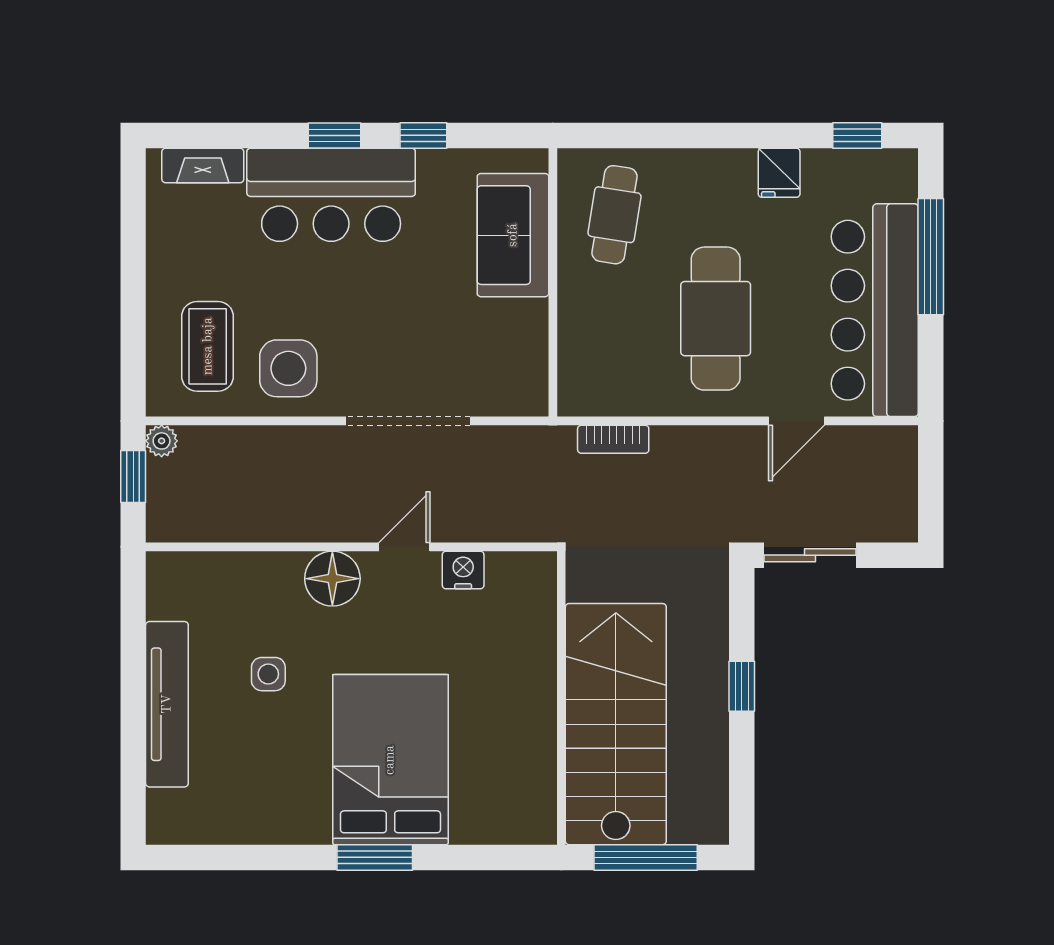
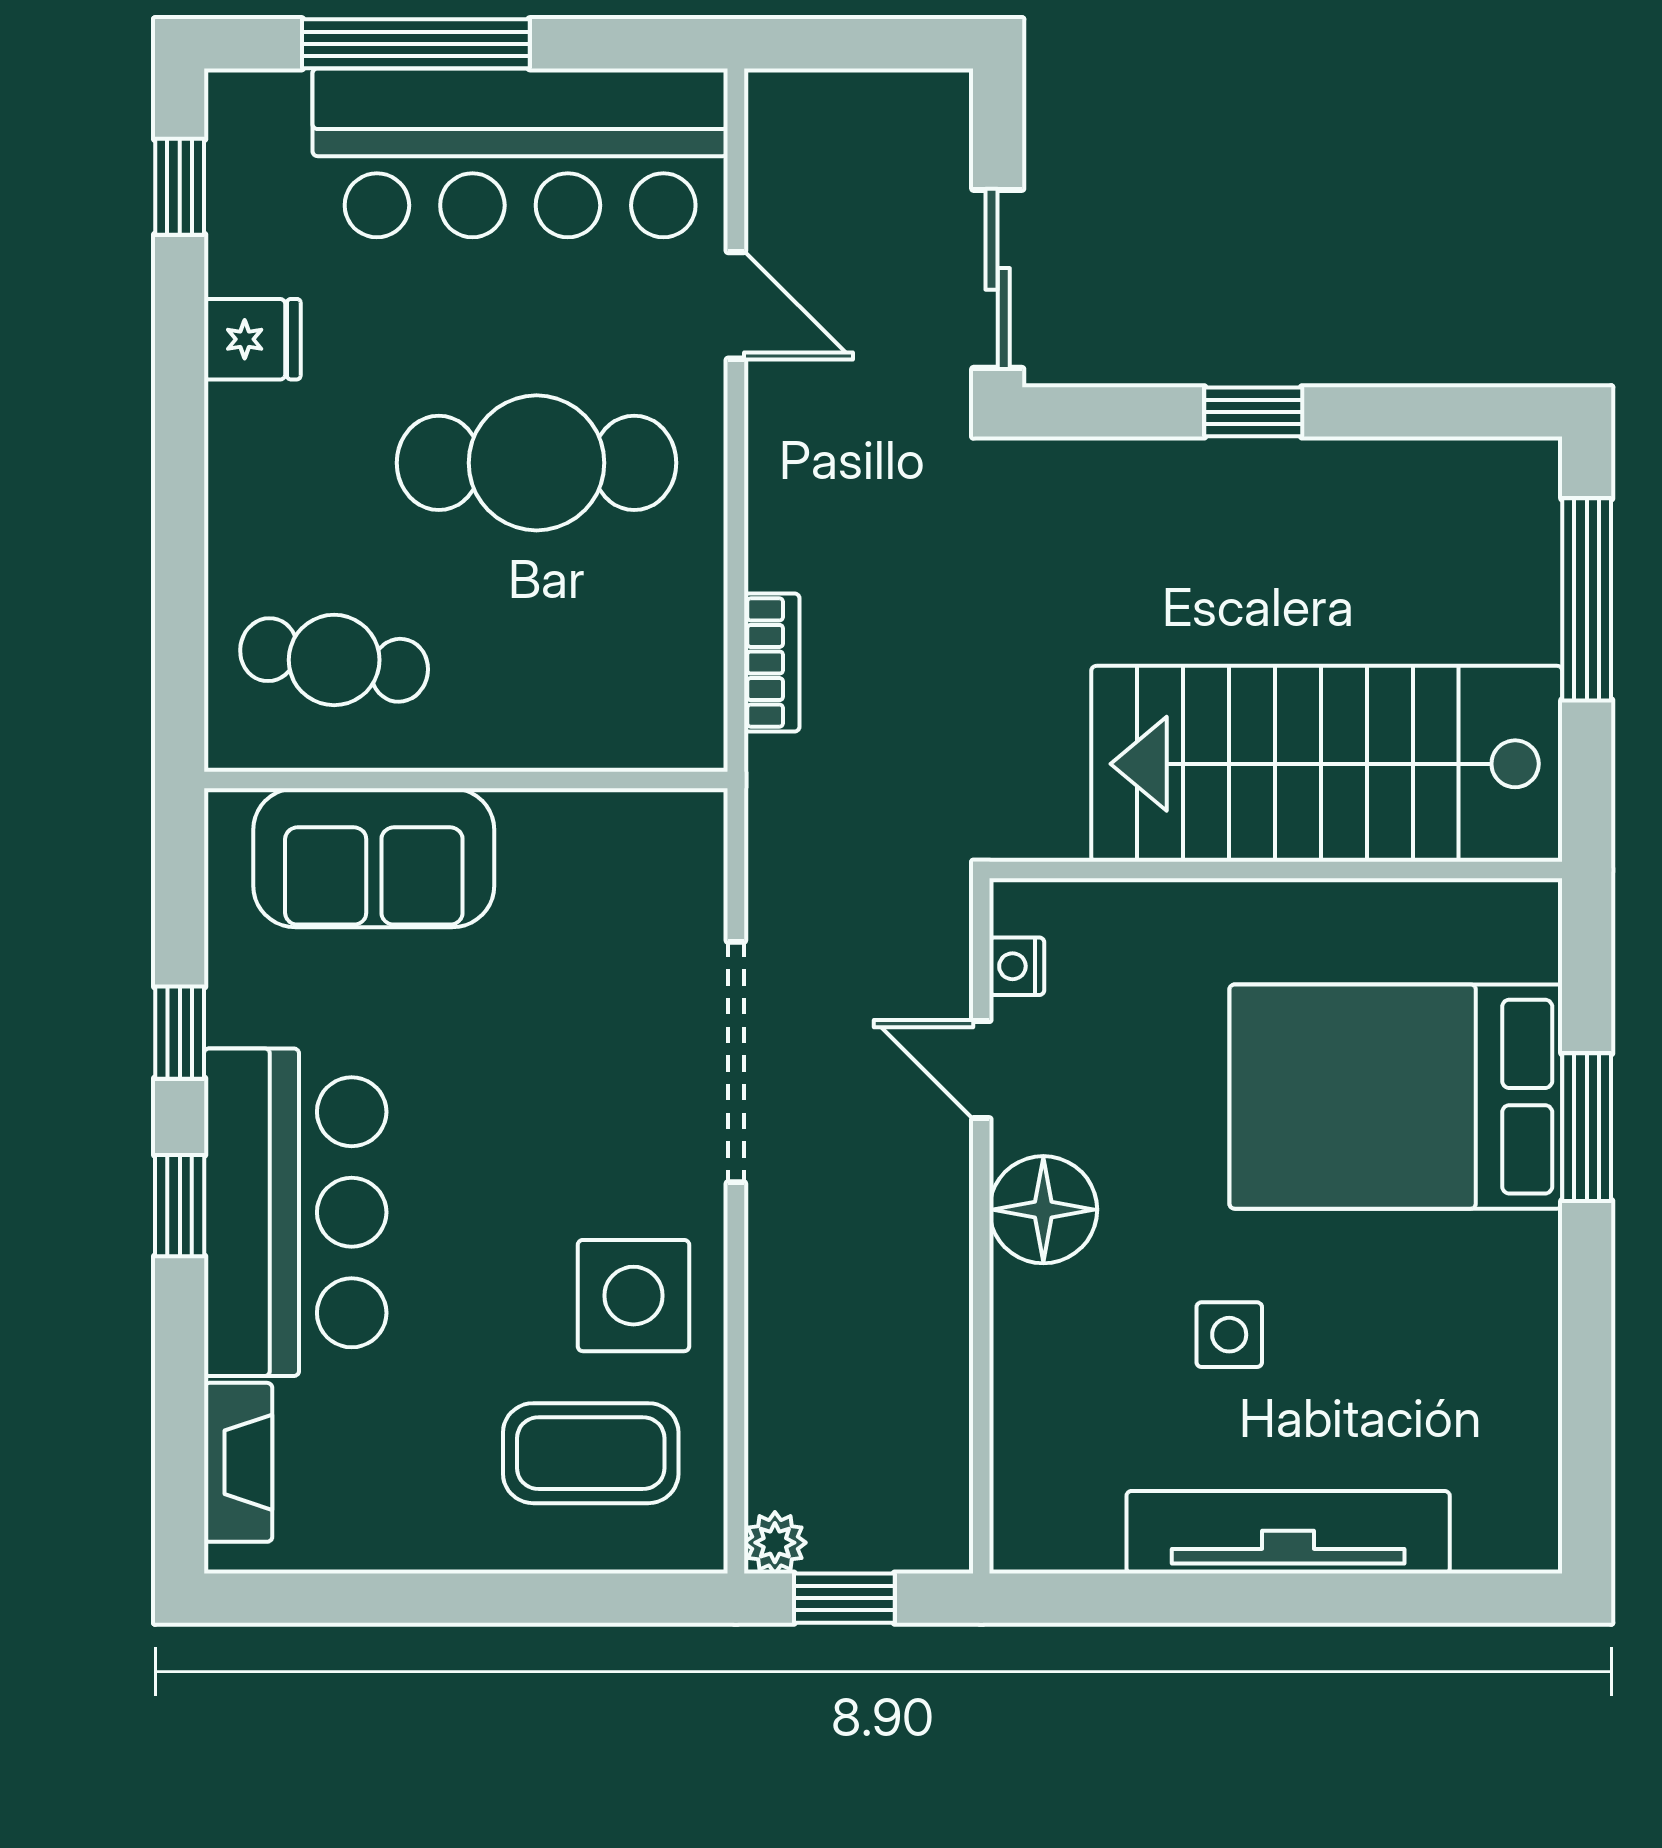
nightstand: (463, 570) -> (1017, 966), width x0.72, depth x0.74
wall: (561, 698) -> (1276, 870), moved
stairs: (616, 724) -> (1327, 764), moved

